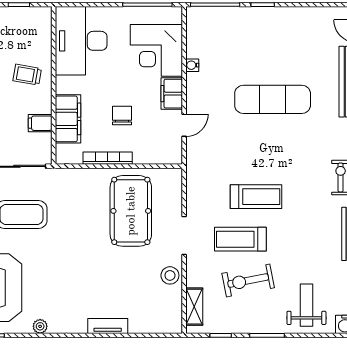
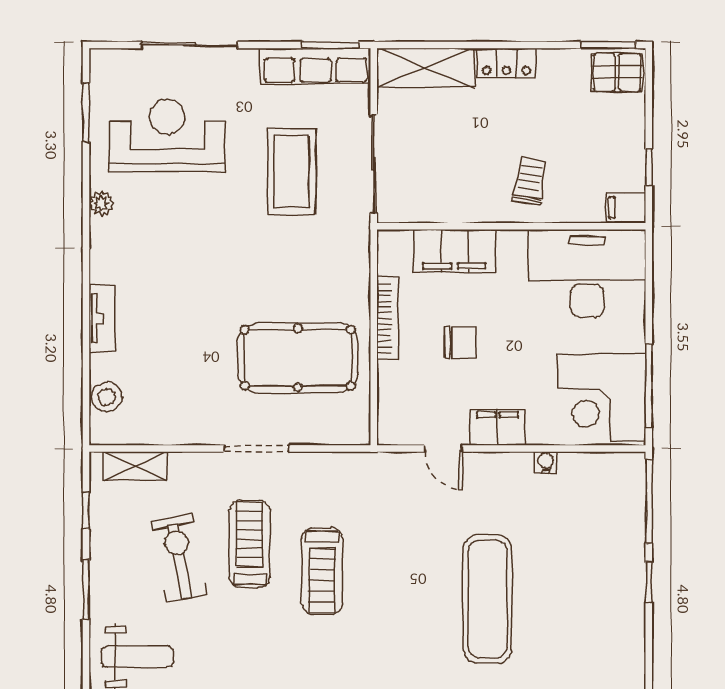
corner desk: (156, 50) -> (602, 398), moved, turned -90
filing cabinet: (40, 123) -> (626, 207), moved, turned -90
stool: (170, 275) -> (107, 397), moved

